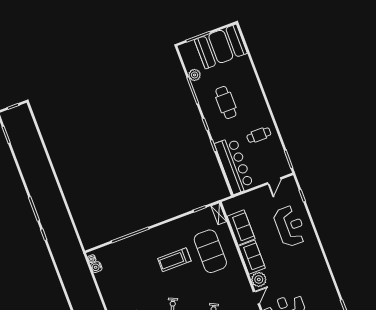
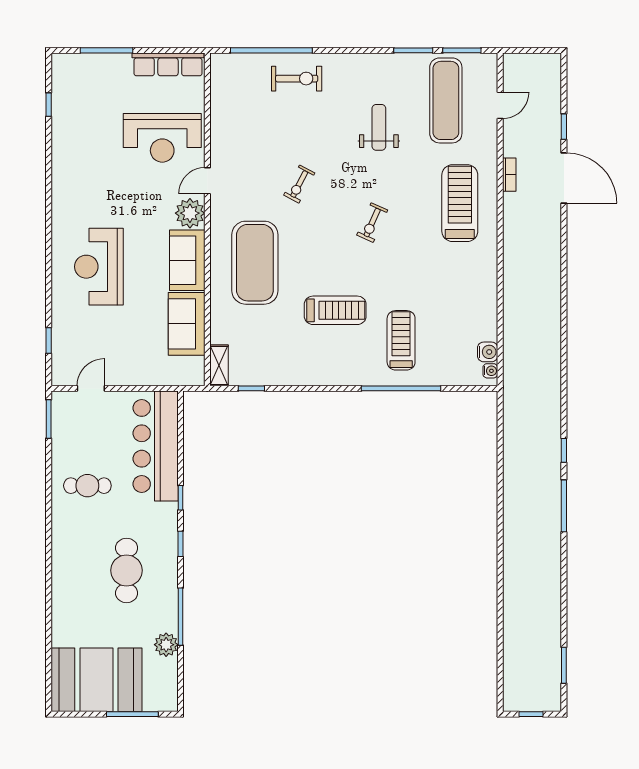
reception desk: (290, 226) -> (99, 267), moved
exercise mat: (210, 251) -> (255, 263), moved
treadmill: (139, 257) -> (401, 340), added

